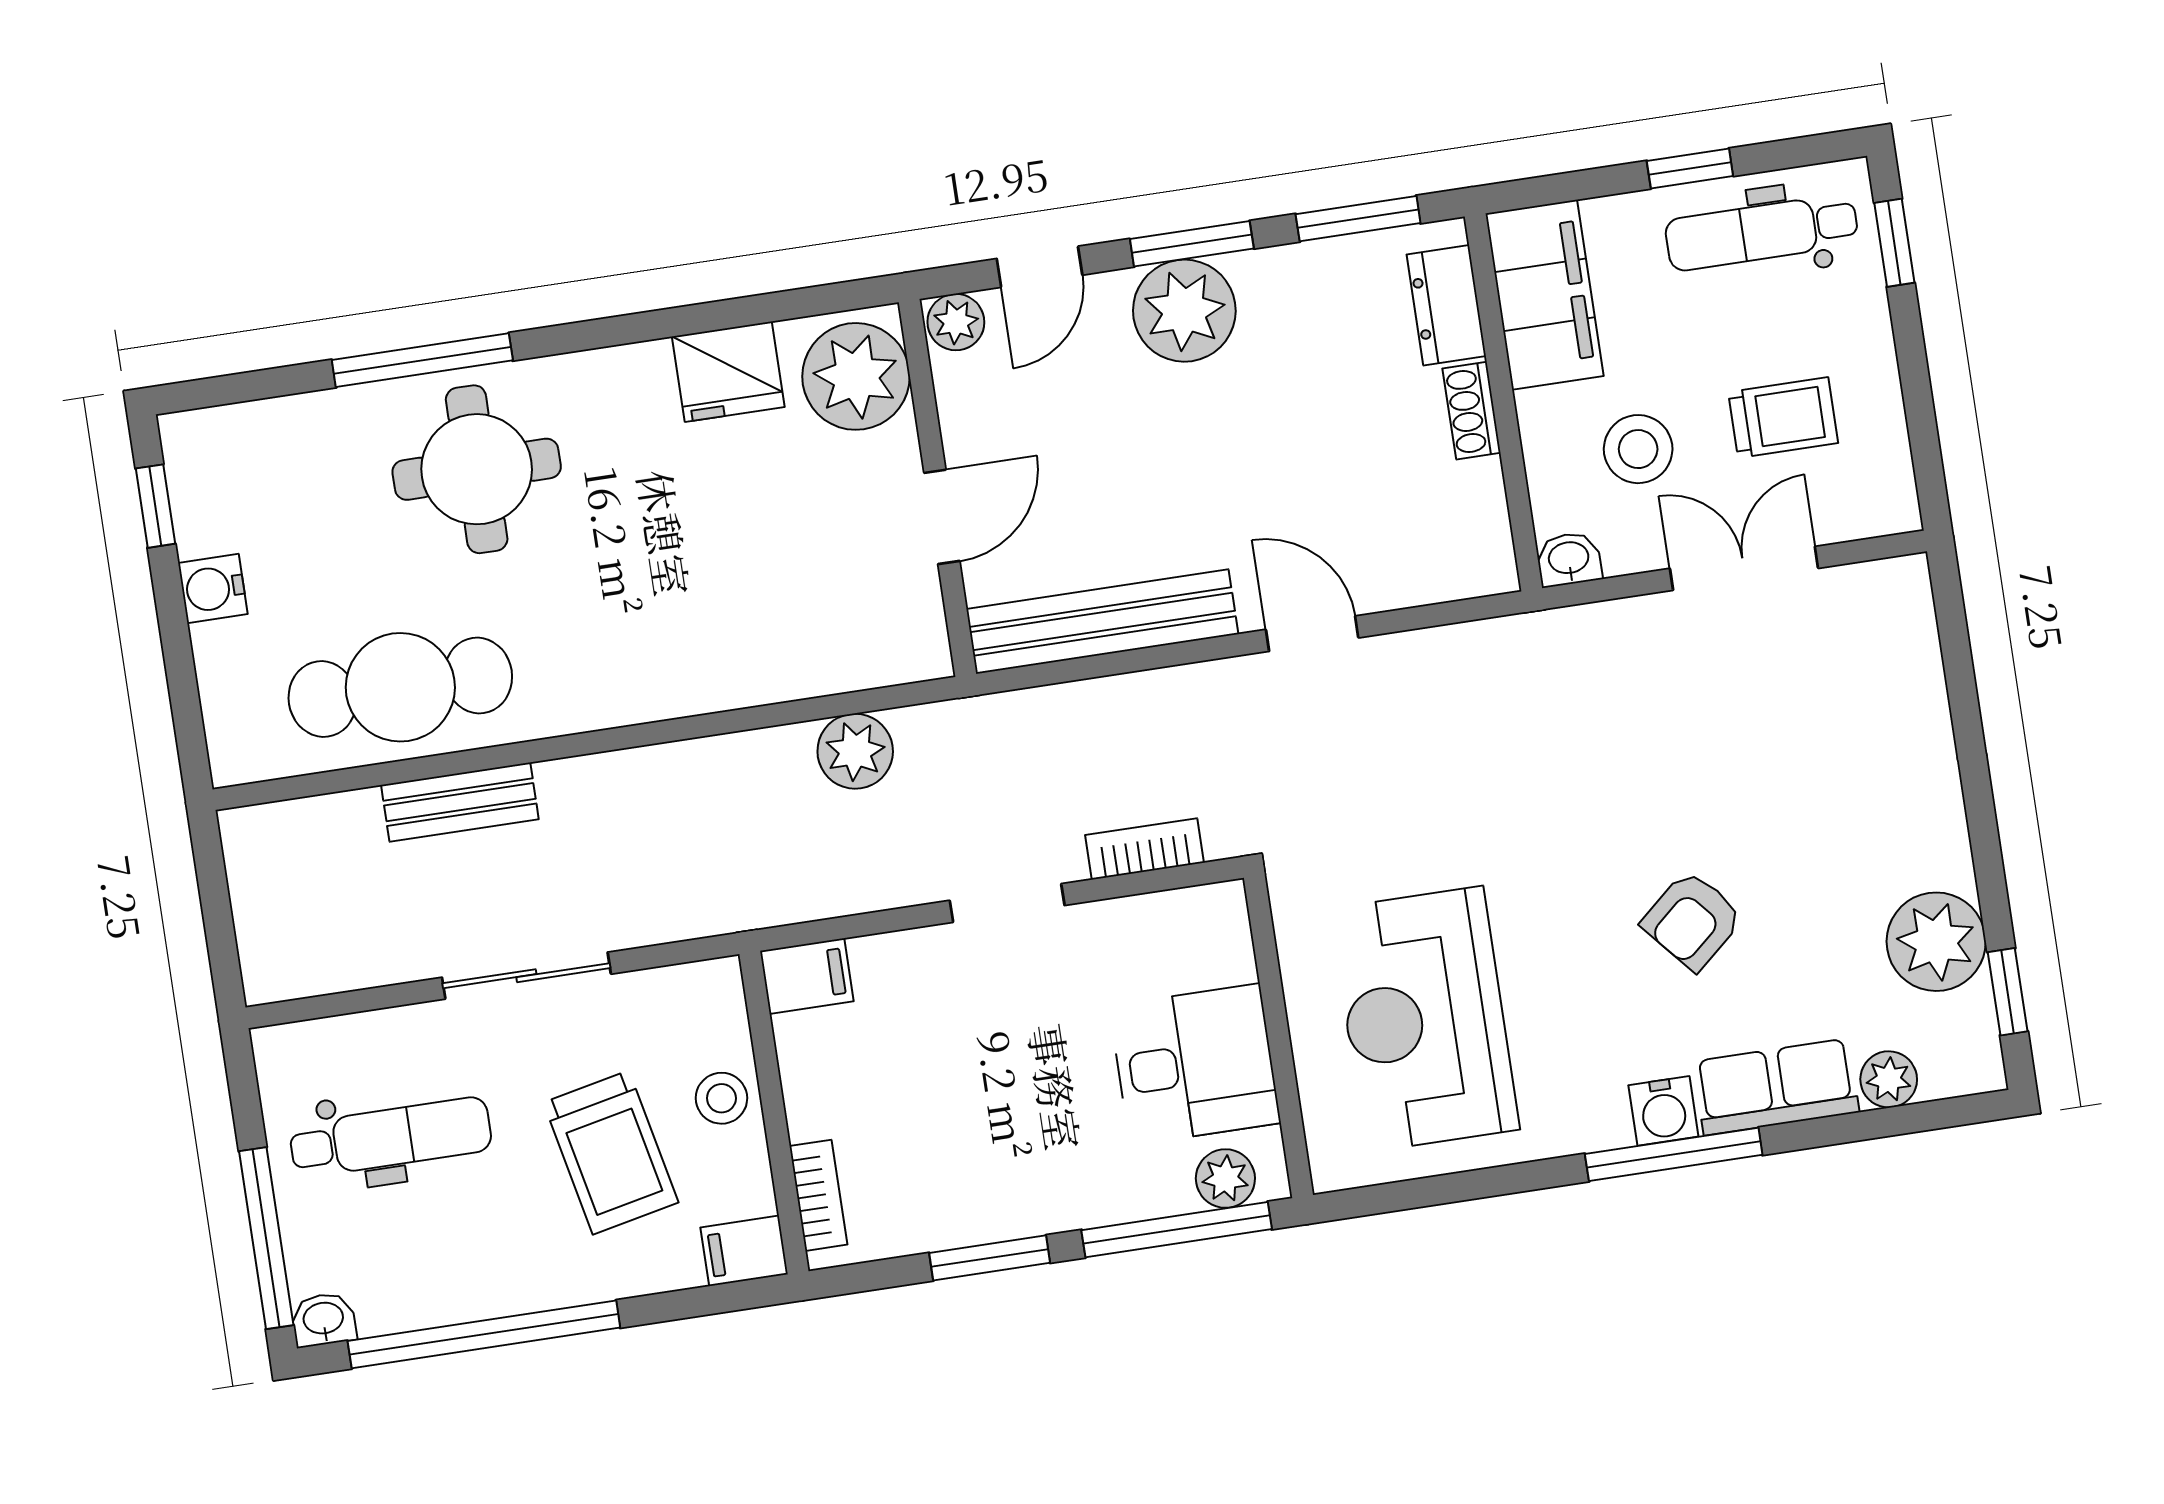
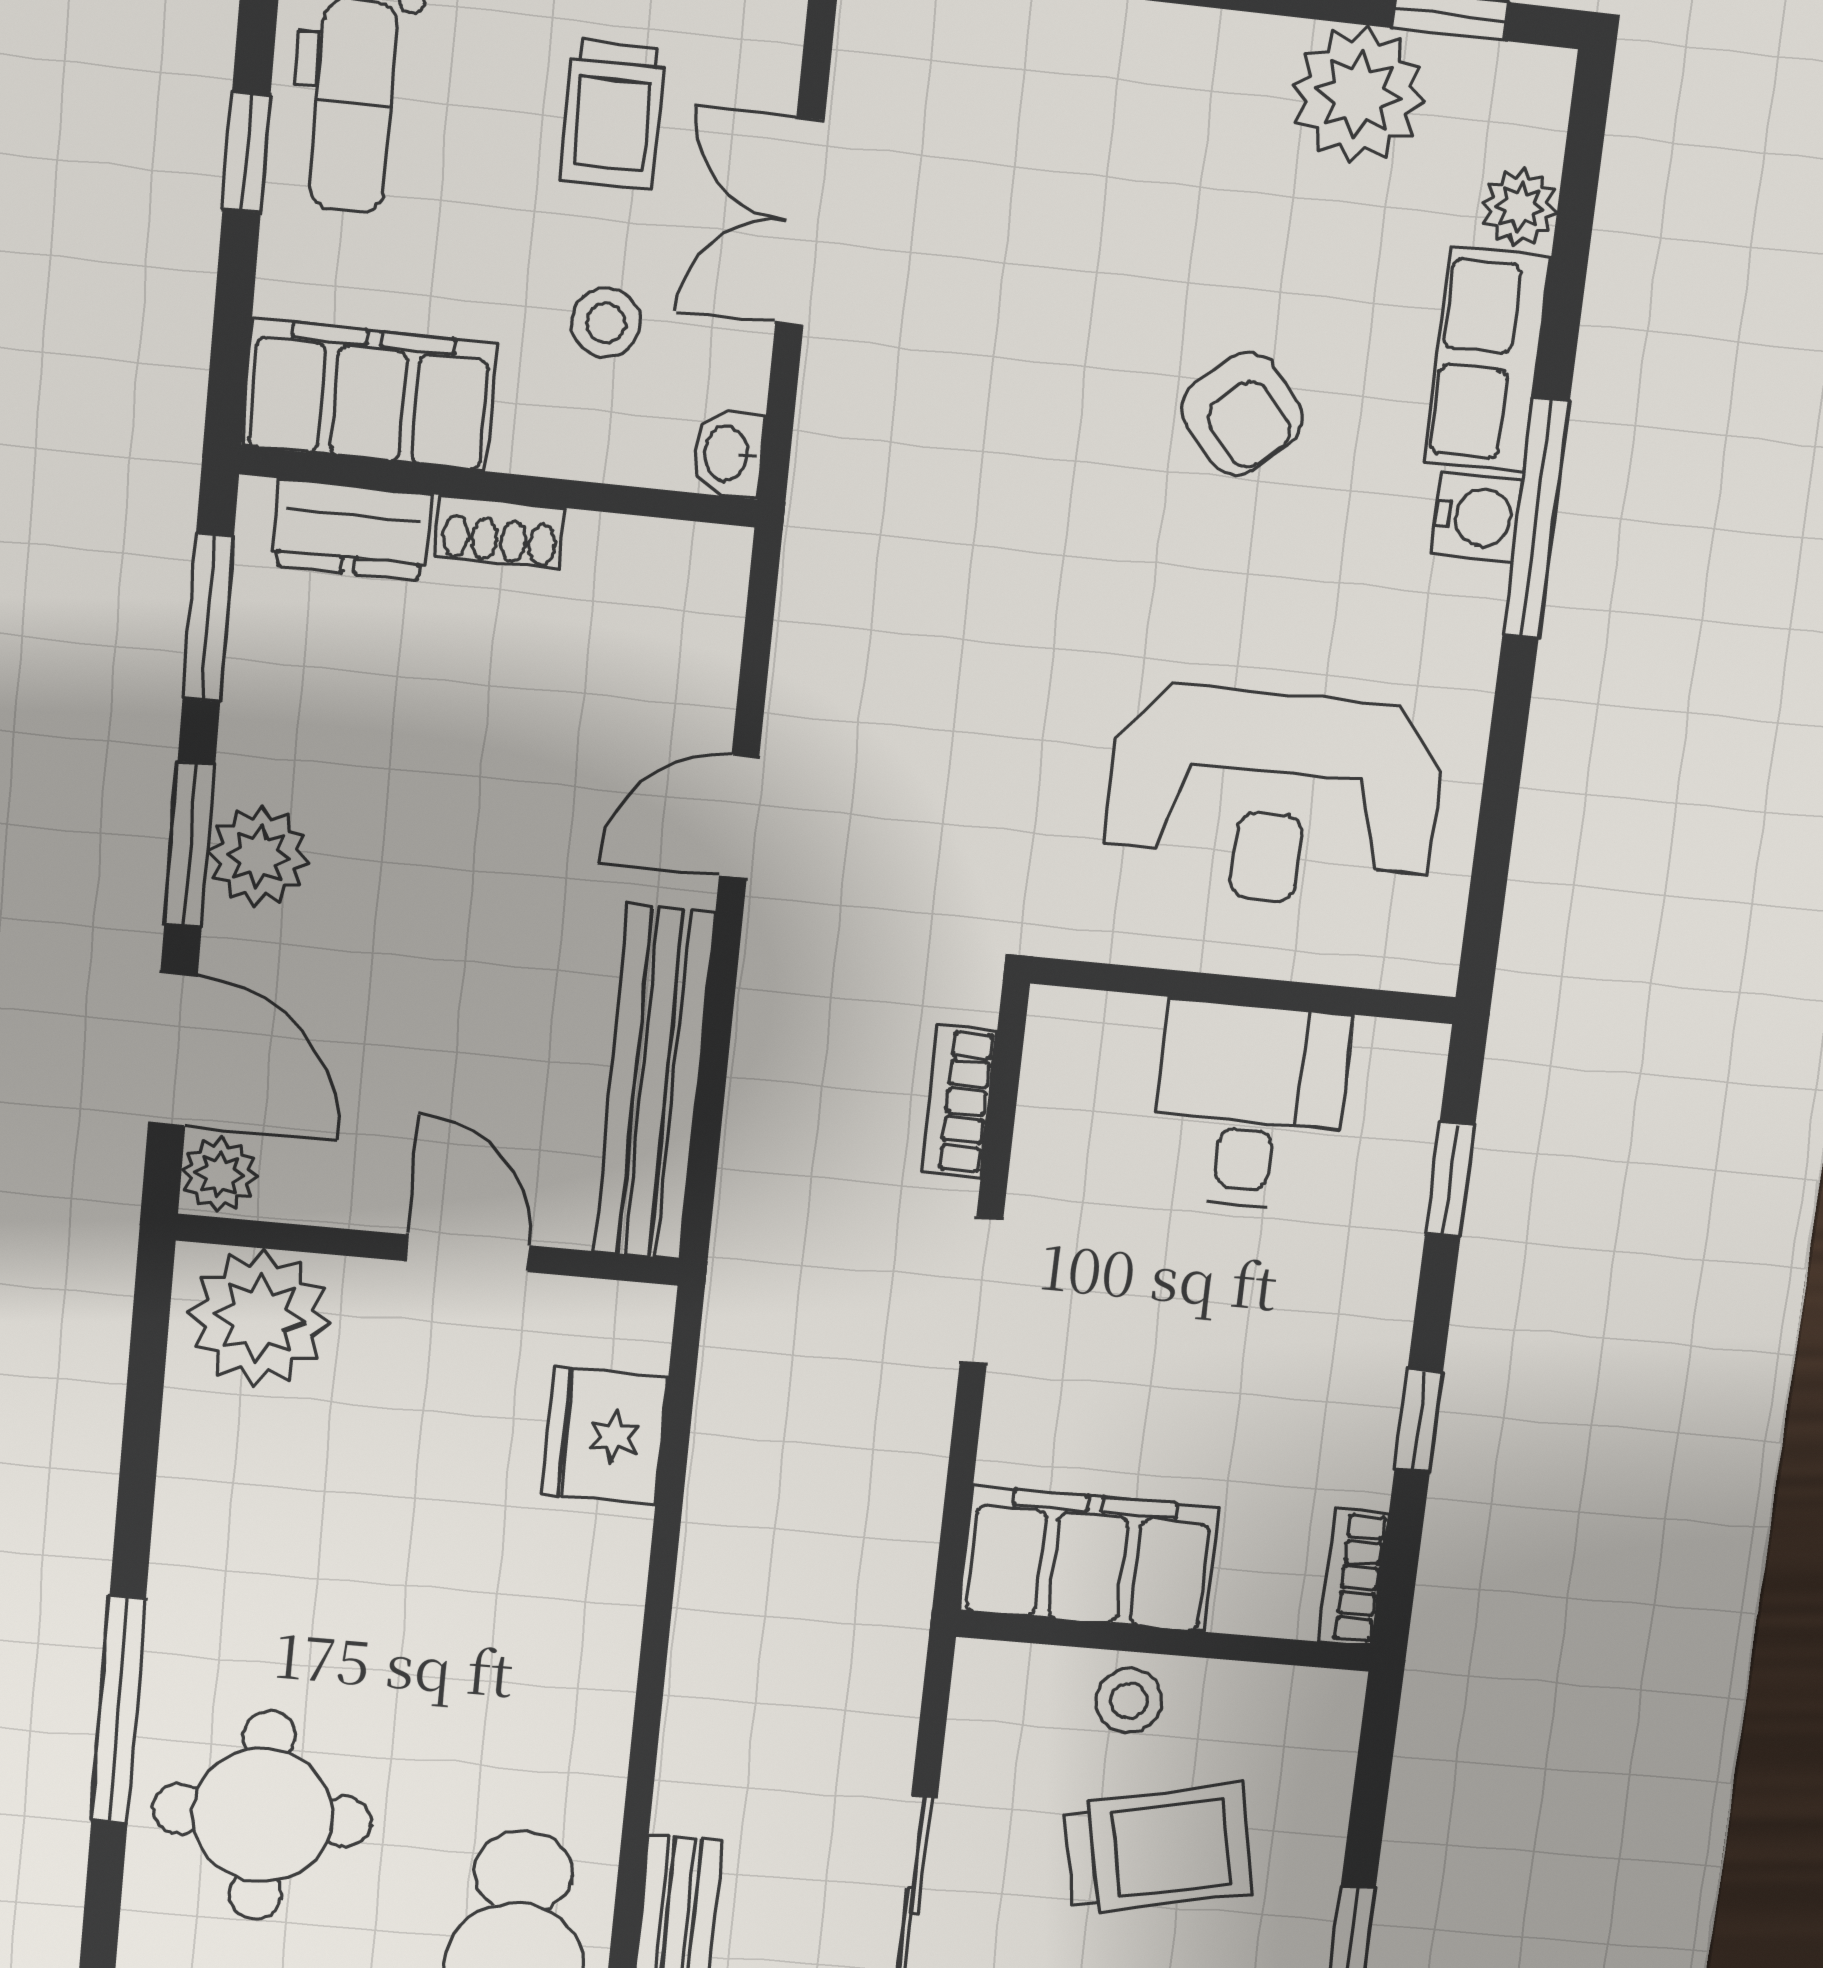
door: (1040, 267) -> (173, 1050), width x1.37
plant: (1184, 311) -> (259, 856), width x0.73, depth x0.73
window: (422, 360) -> (119, 1710), moved
fridge: (728, 372) -> (605, 1436), moved, turned 180
trolley: (1783, 418) -> (613, 115), turned 180
stool: (1638, 449) -> (606, 323), width x0.73, depth x0.73
plant: (855, 751) -> (739, 1434), removed
filing cabinet: (807, 976) -> (1089, 1559), width x3.00, depth x1.17
plant: (1225, 1178) -> (1404, 1103), removed
bookcase: (818, 1195) -> (1353, 1577), moved, turned -90
window: (1177, 1230) -> (1450, 1180), width x0.46
filing cabinet: (744, 1251) -> (1325, 1718), removed
window: (990, 1258) -> (1419, 1421), width x0.67

